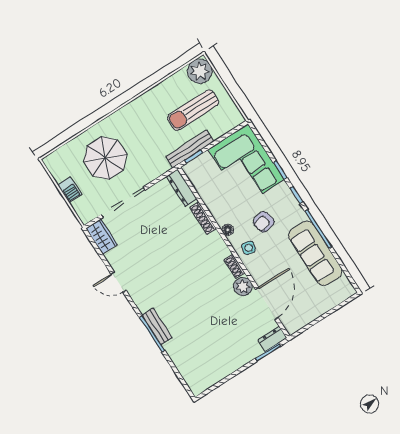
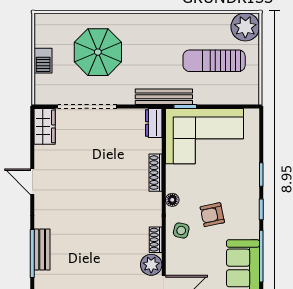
bench: (190, 149) -> (164, 97), moved
corner sofa: (246, 164) -> (204, 136), moved, turned -90
dresser: (182, 188) -> (154, 123), width x0.70

